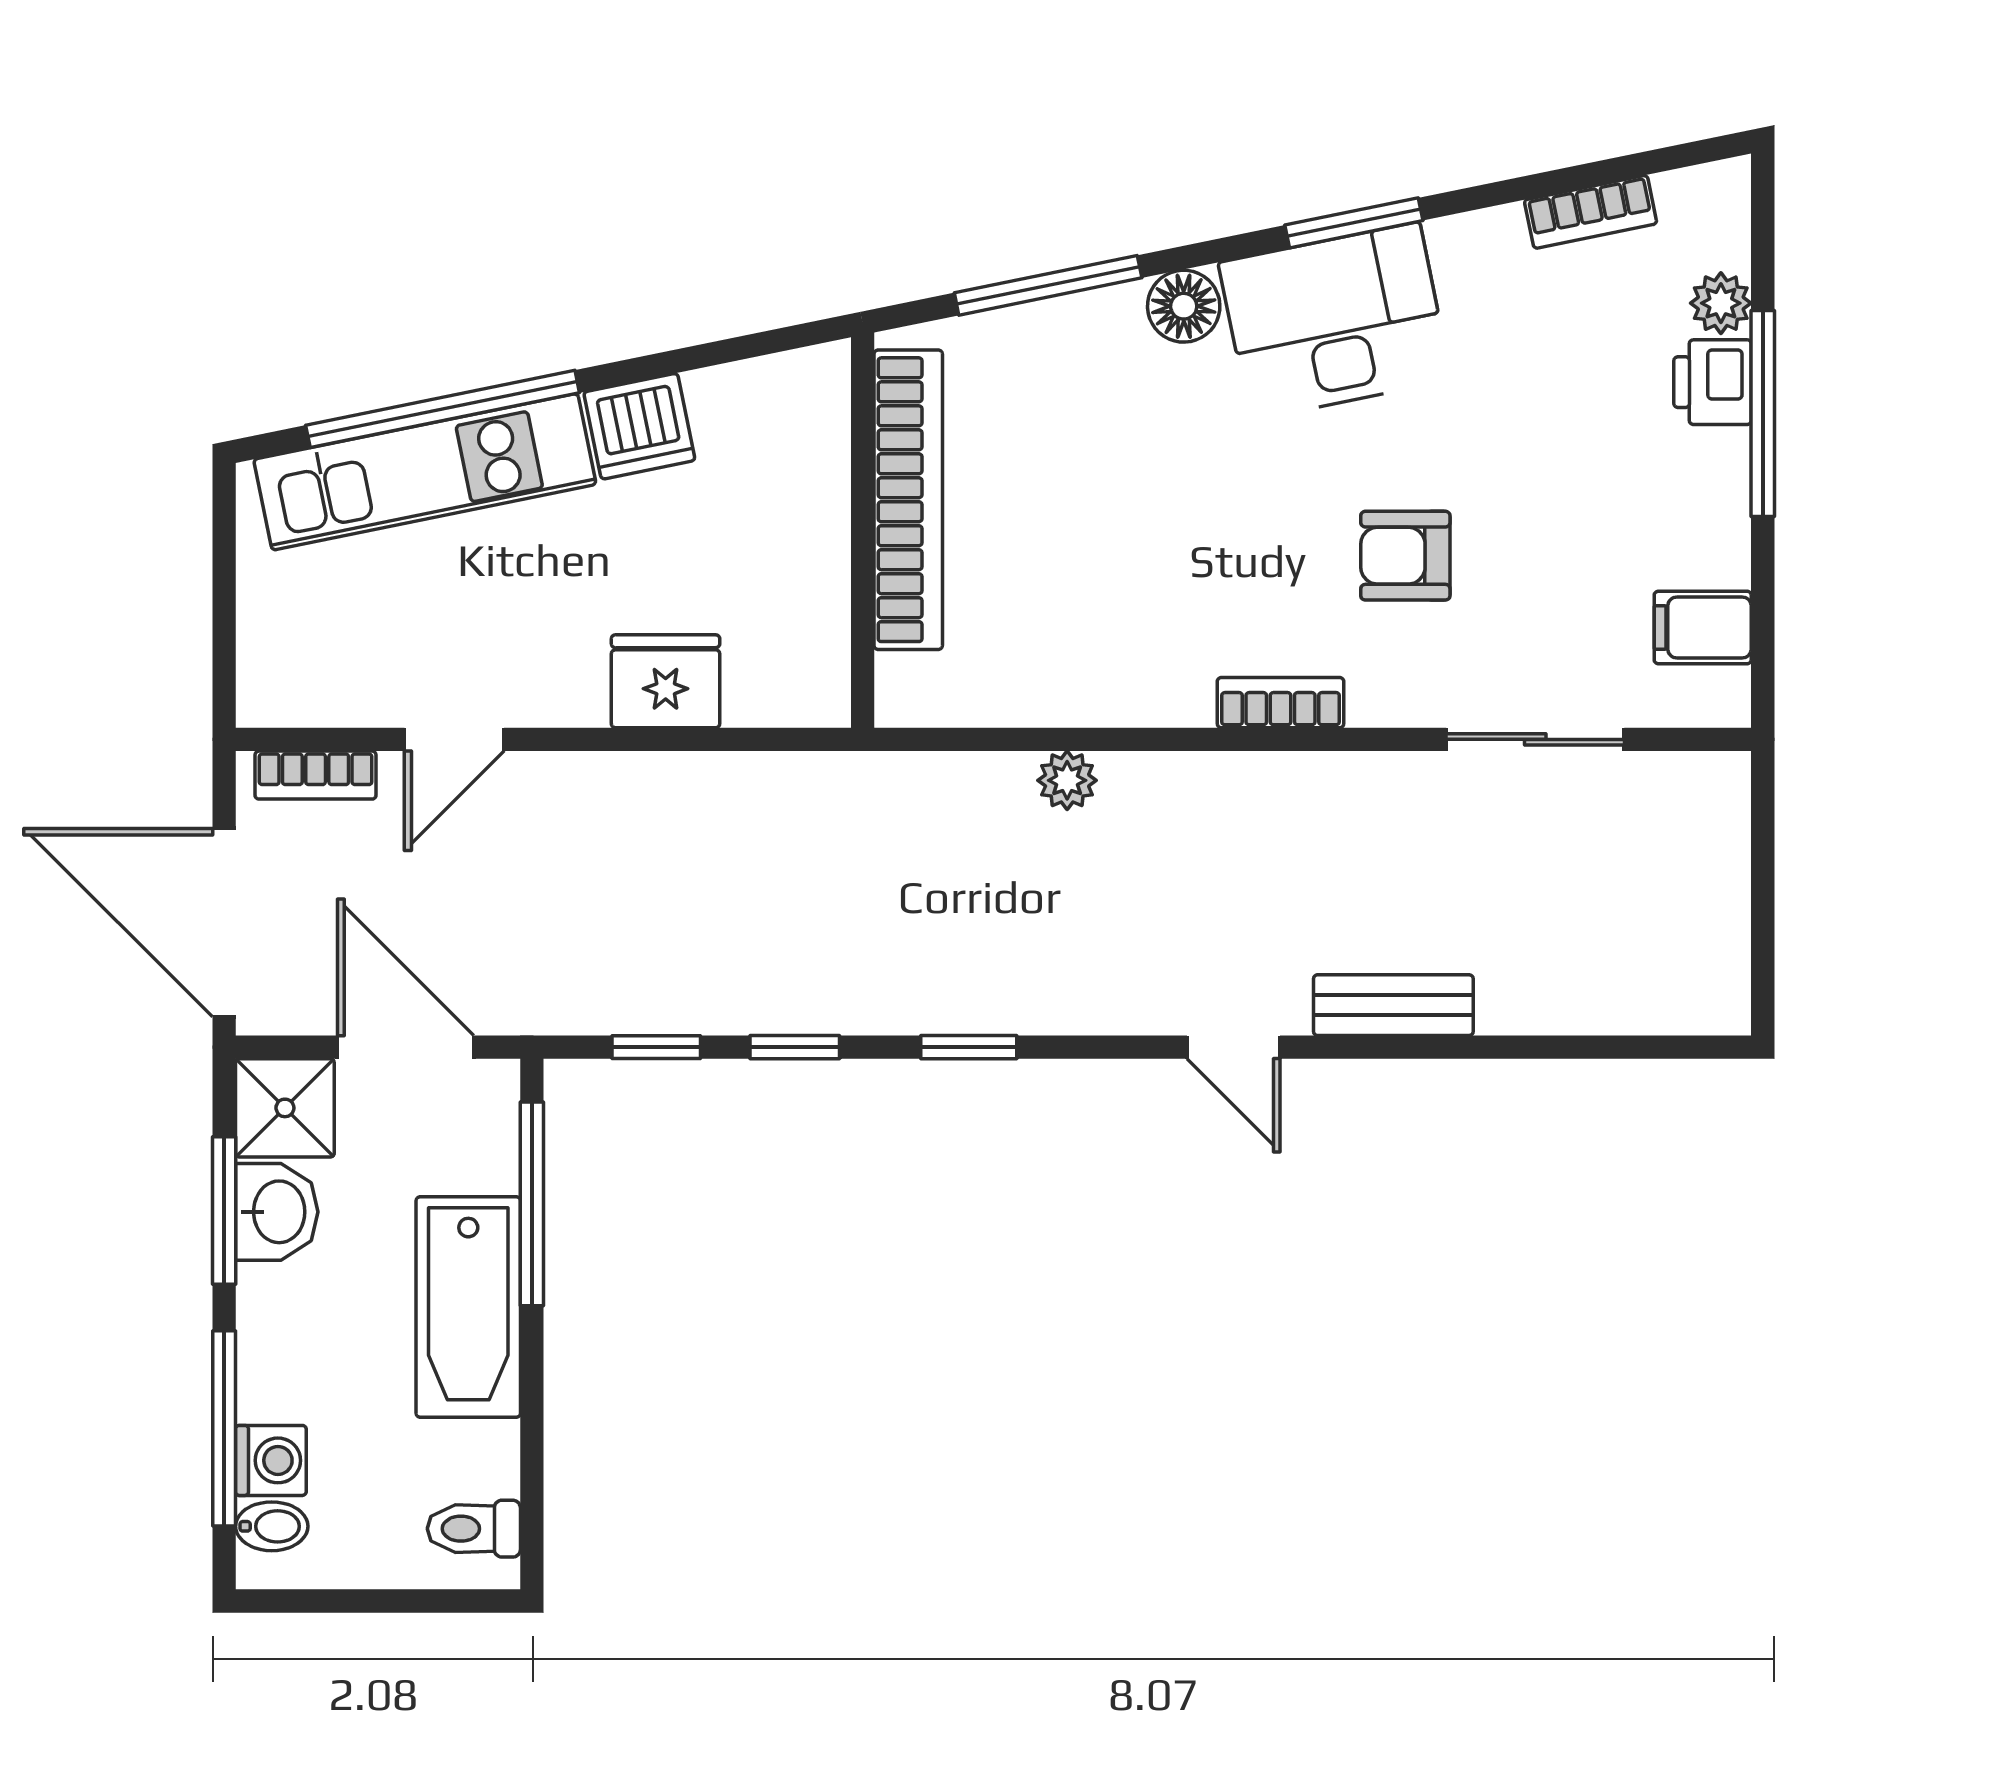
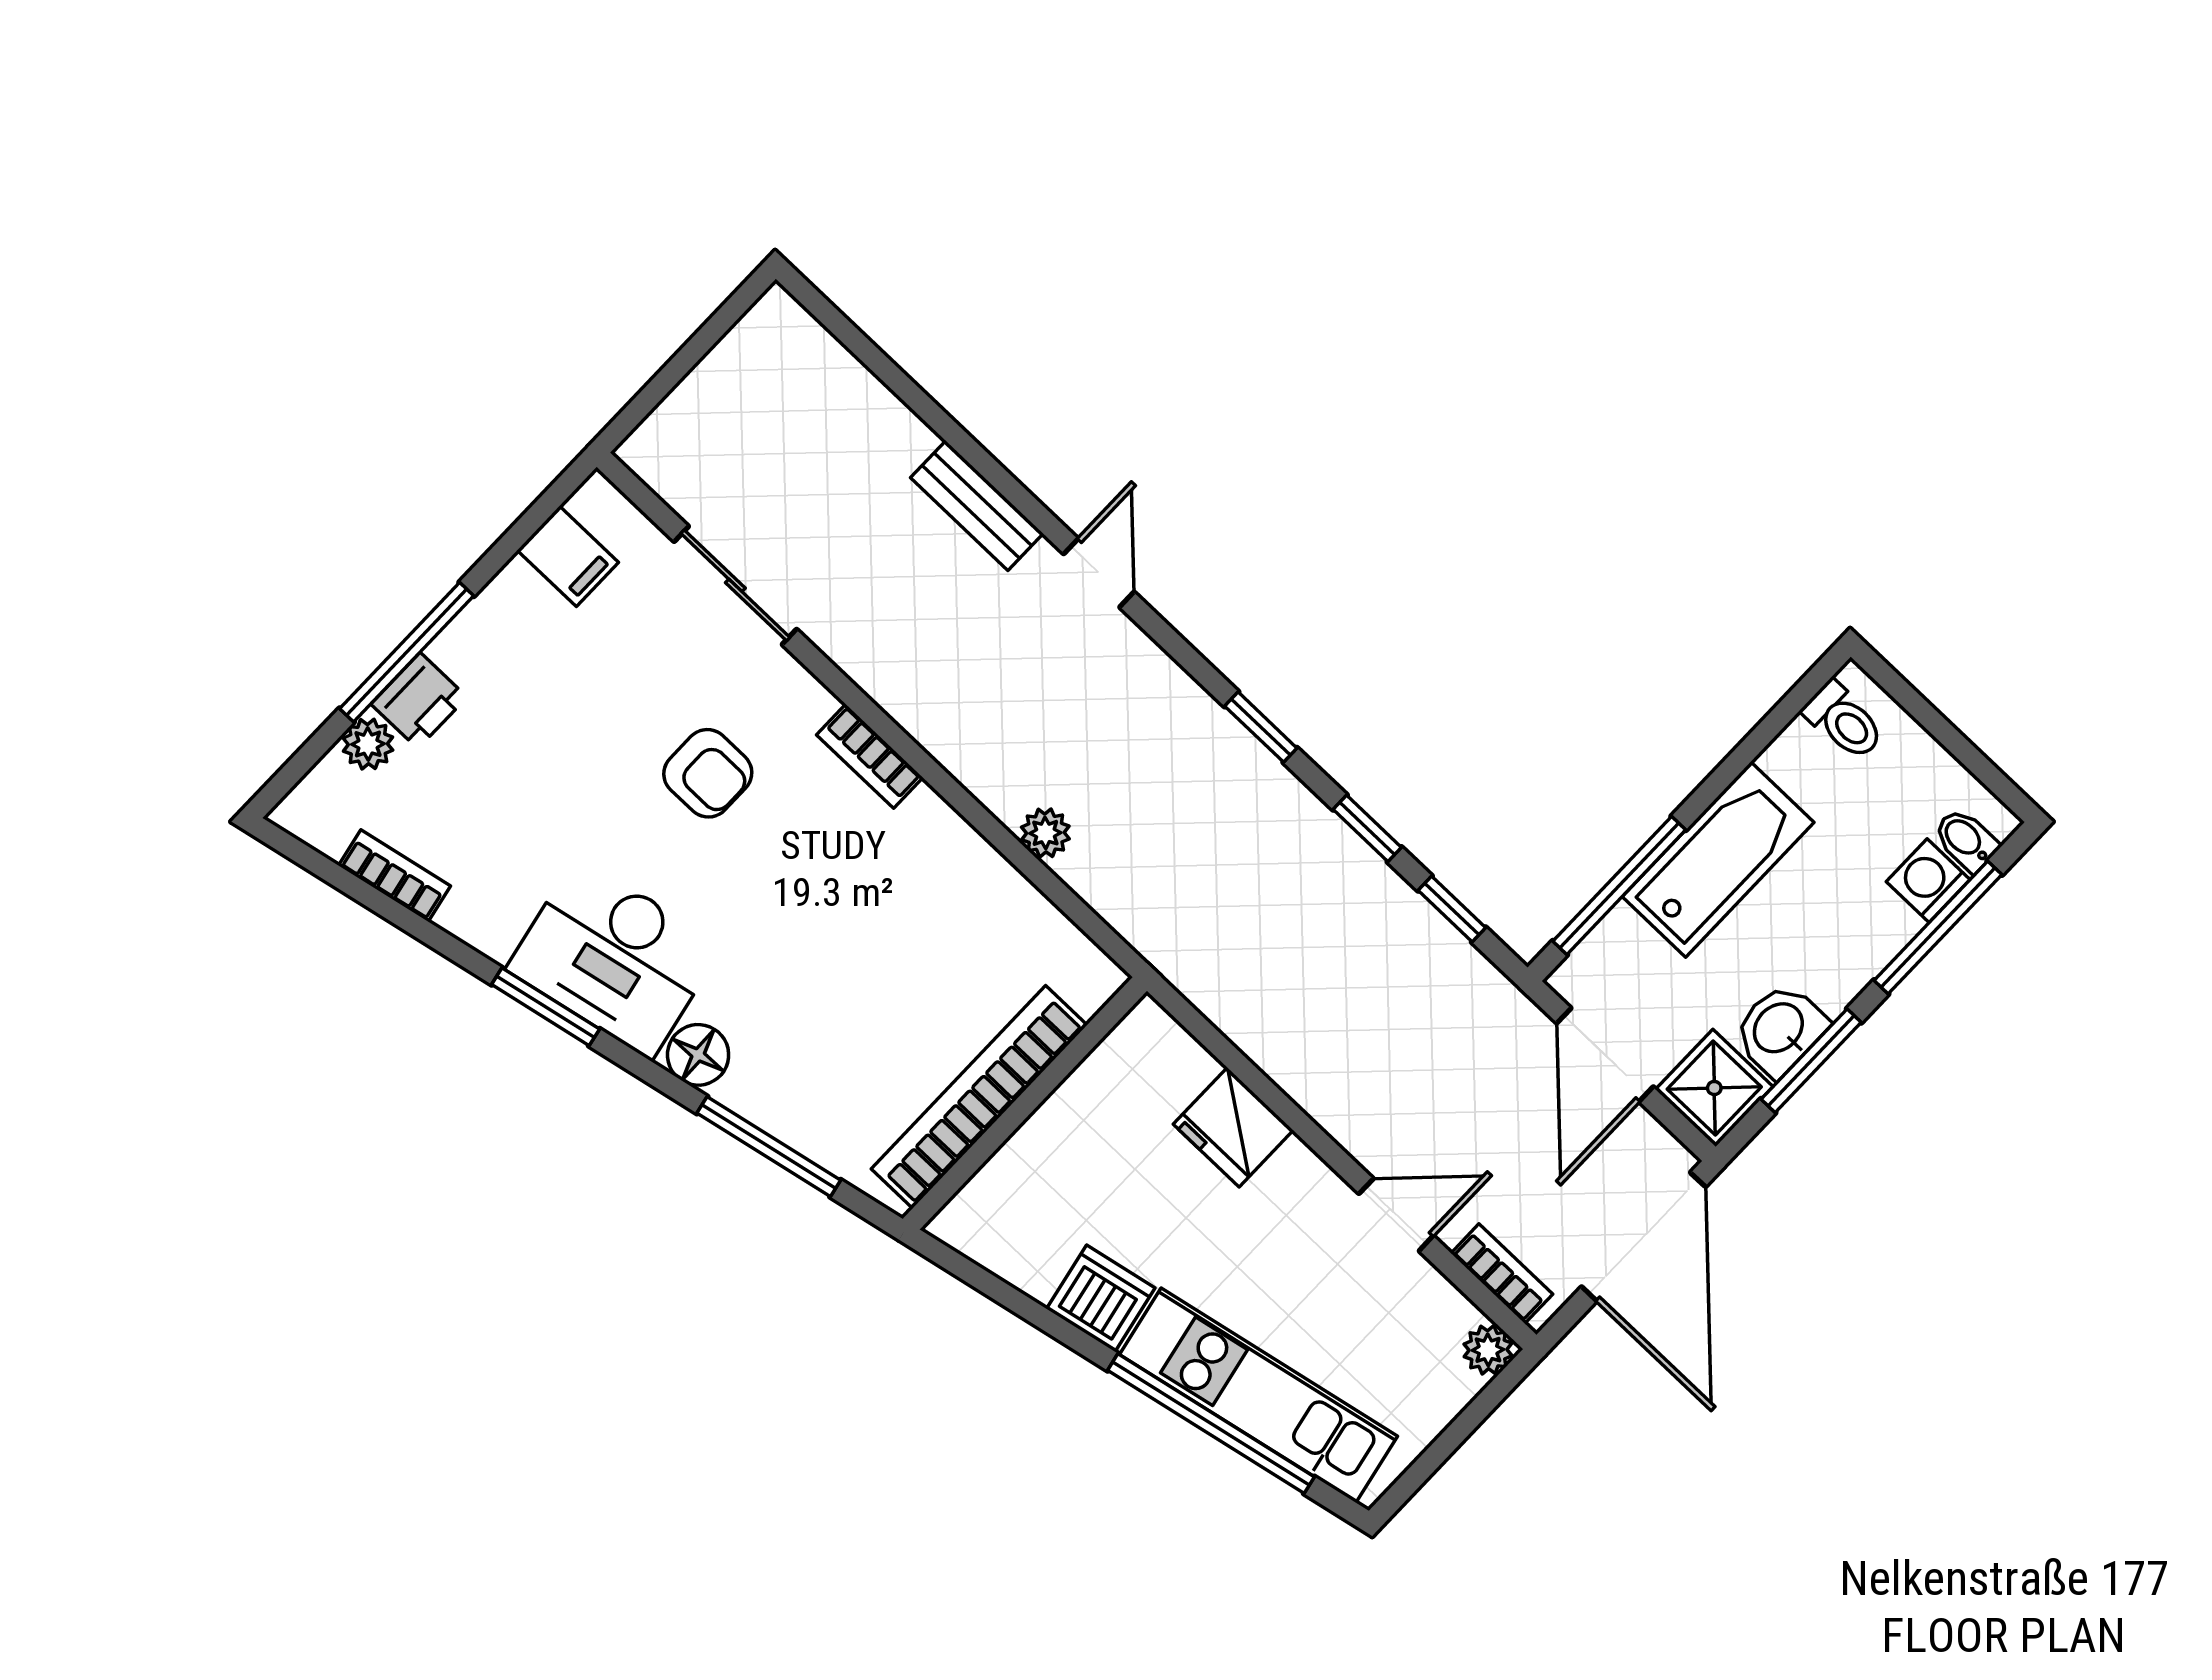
plant: (265, 698) -> (1488, 1350), added

